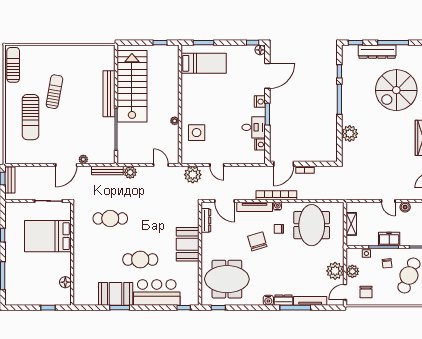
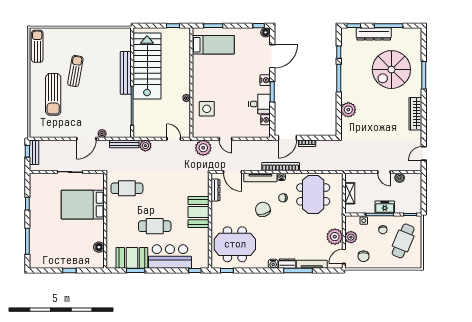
bed: (48, 236) -> (83, 205), moved
wall: (72, 254) -> (105, 221), moved
floor lamp: (65, 282) -> (99, 247), moved

